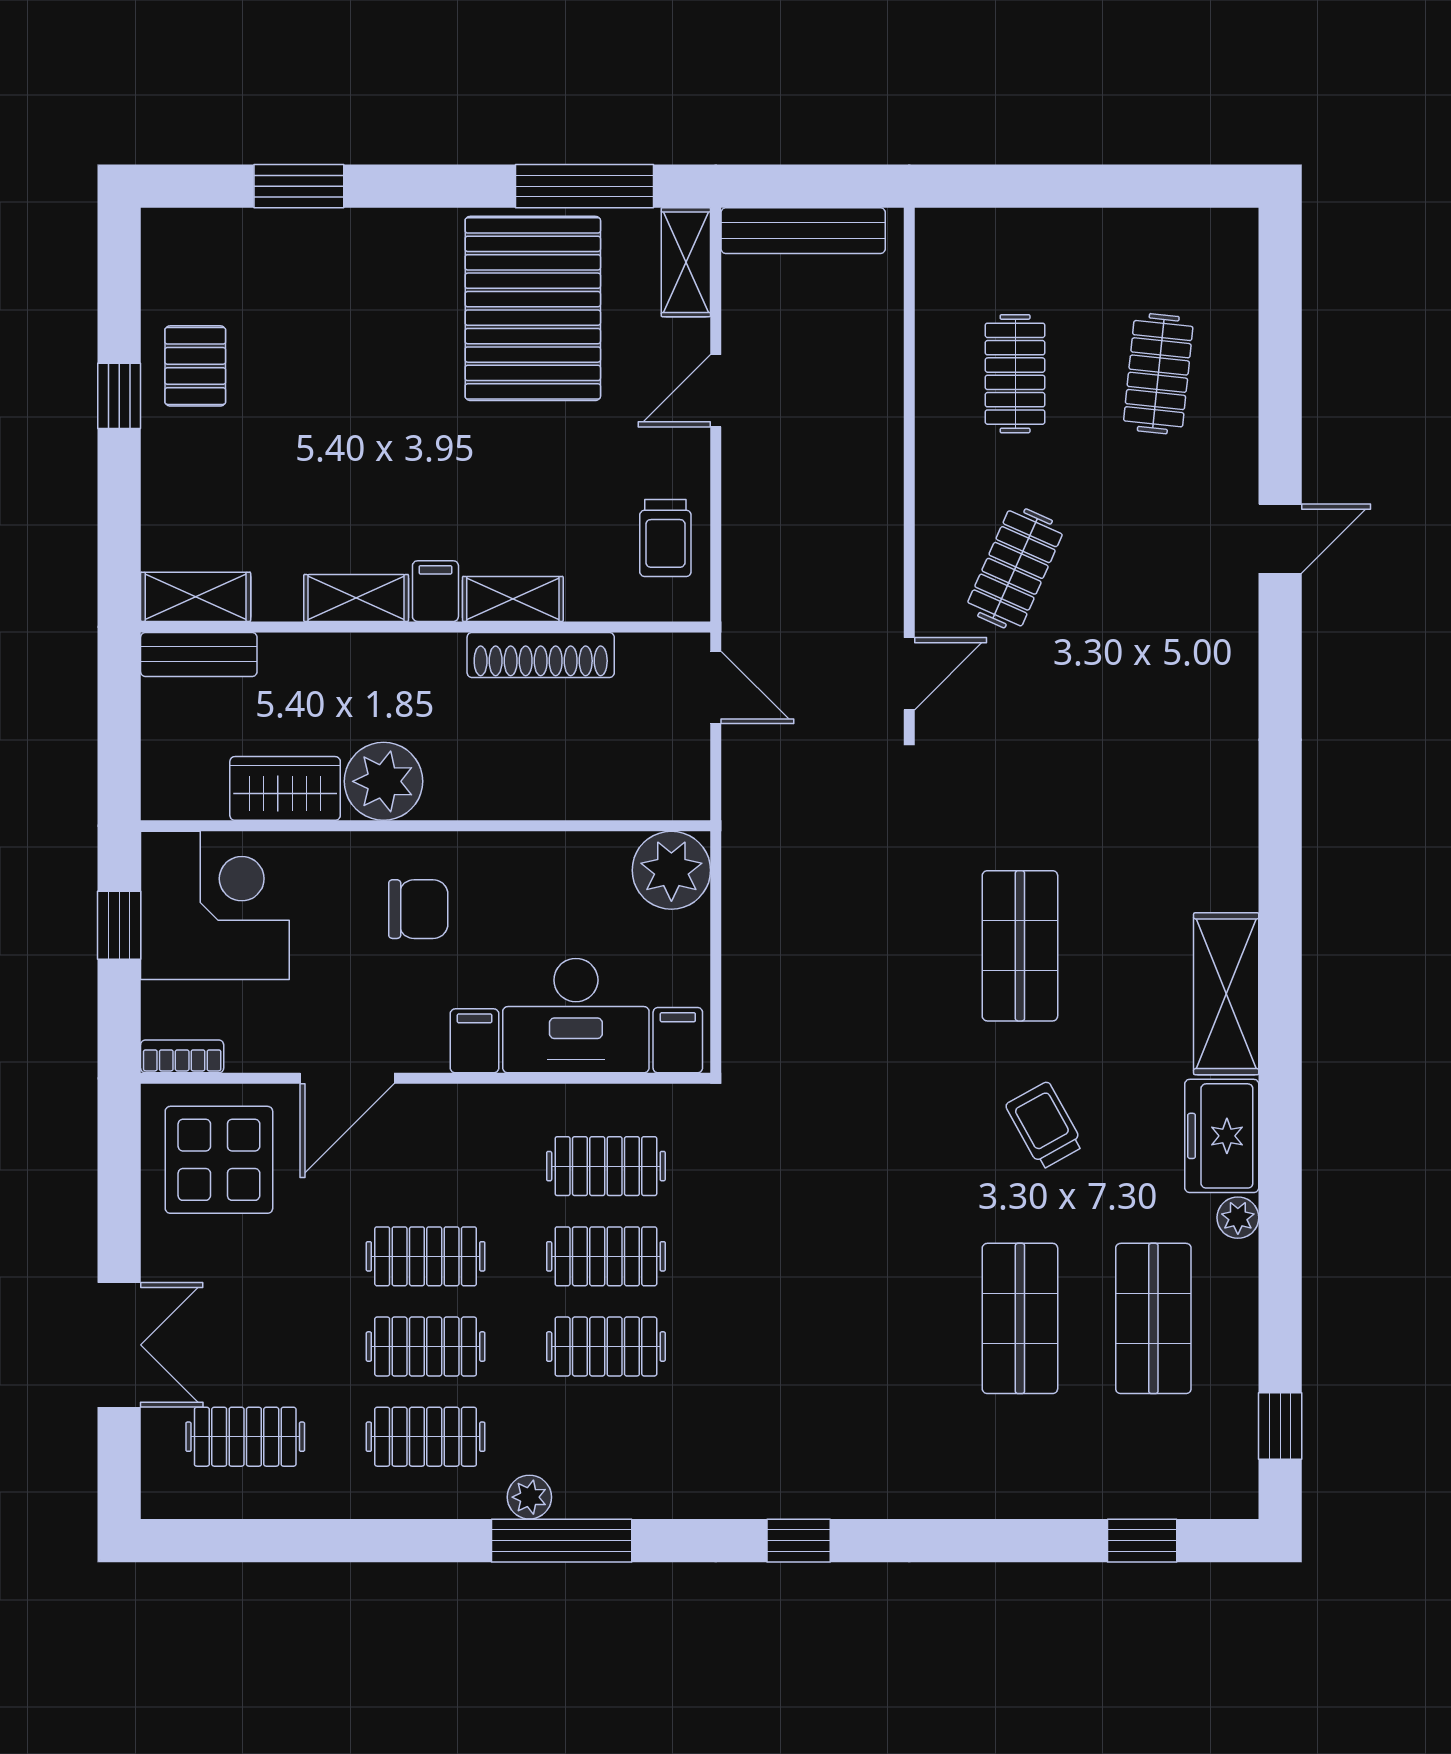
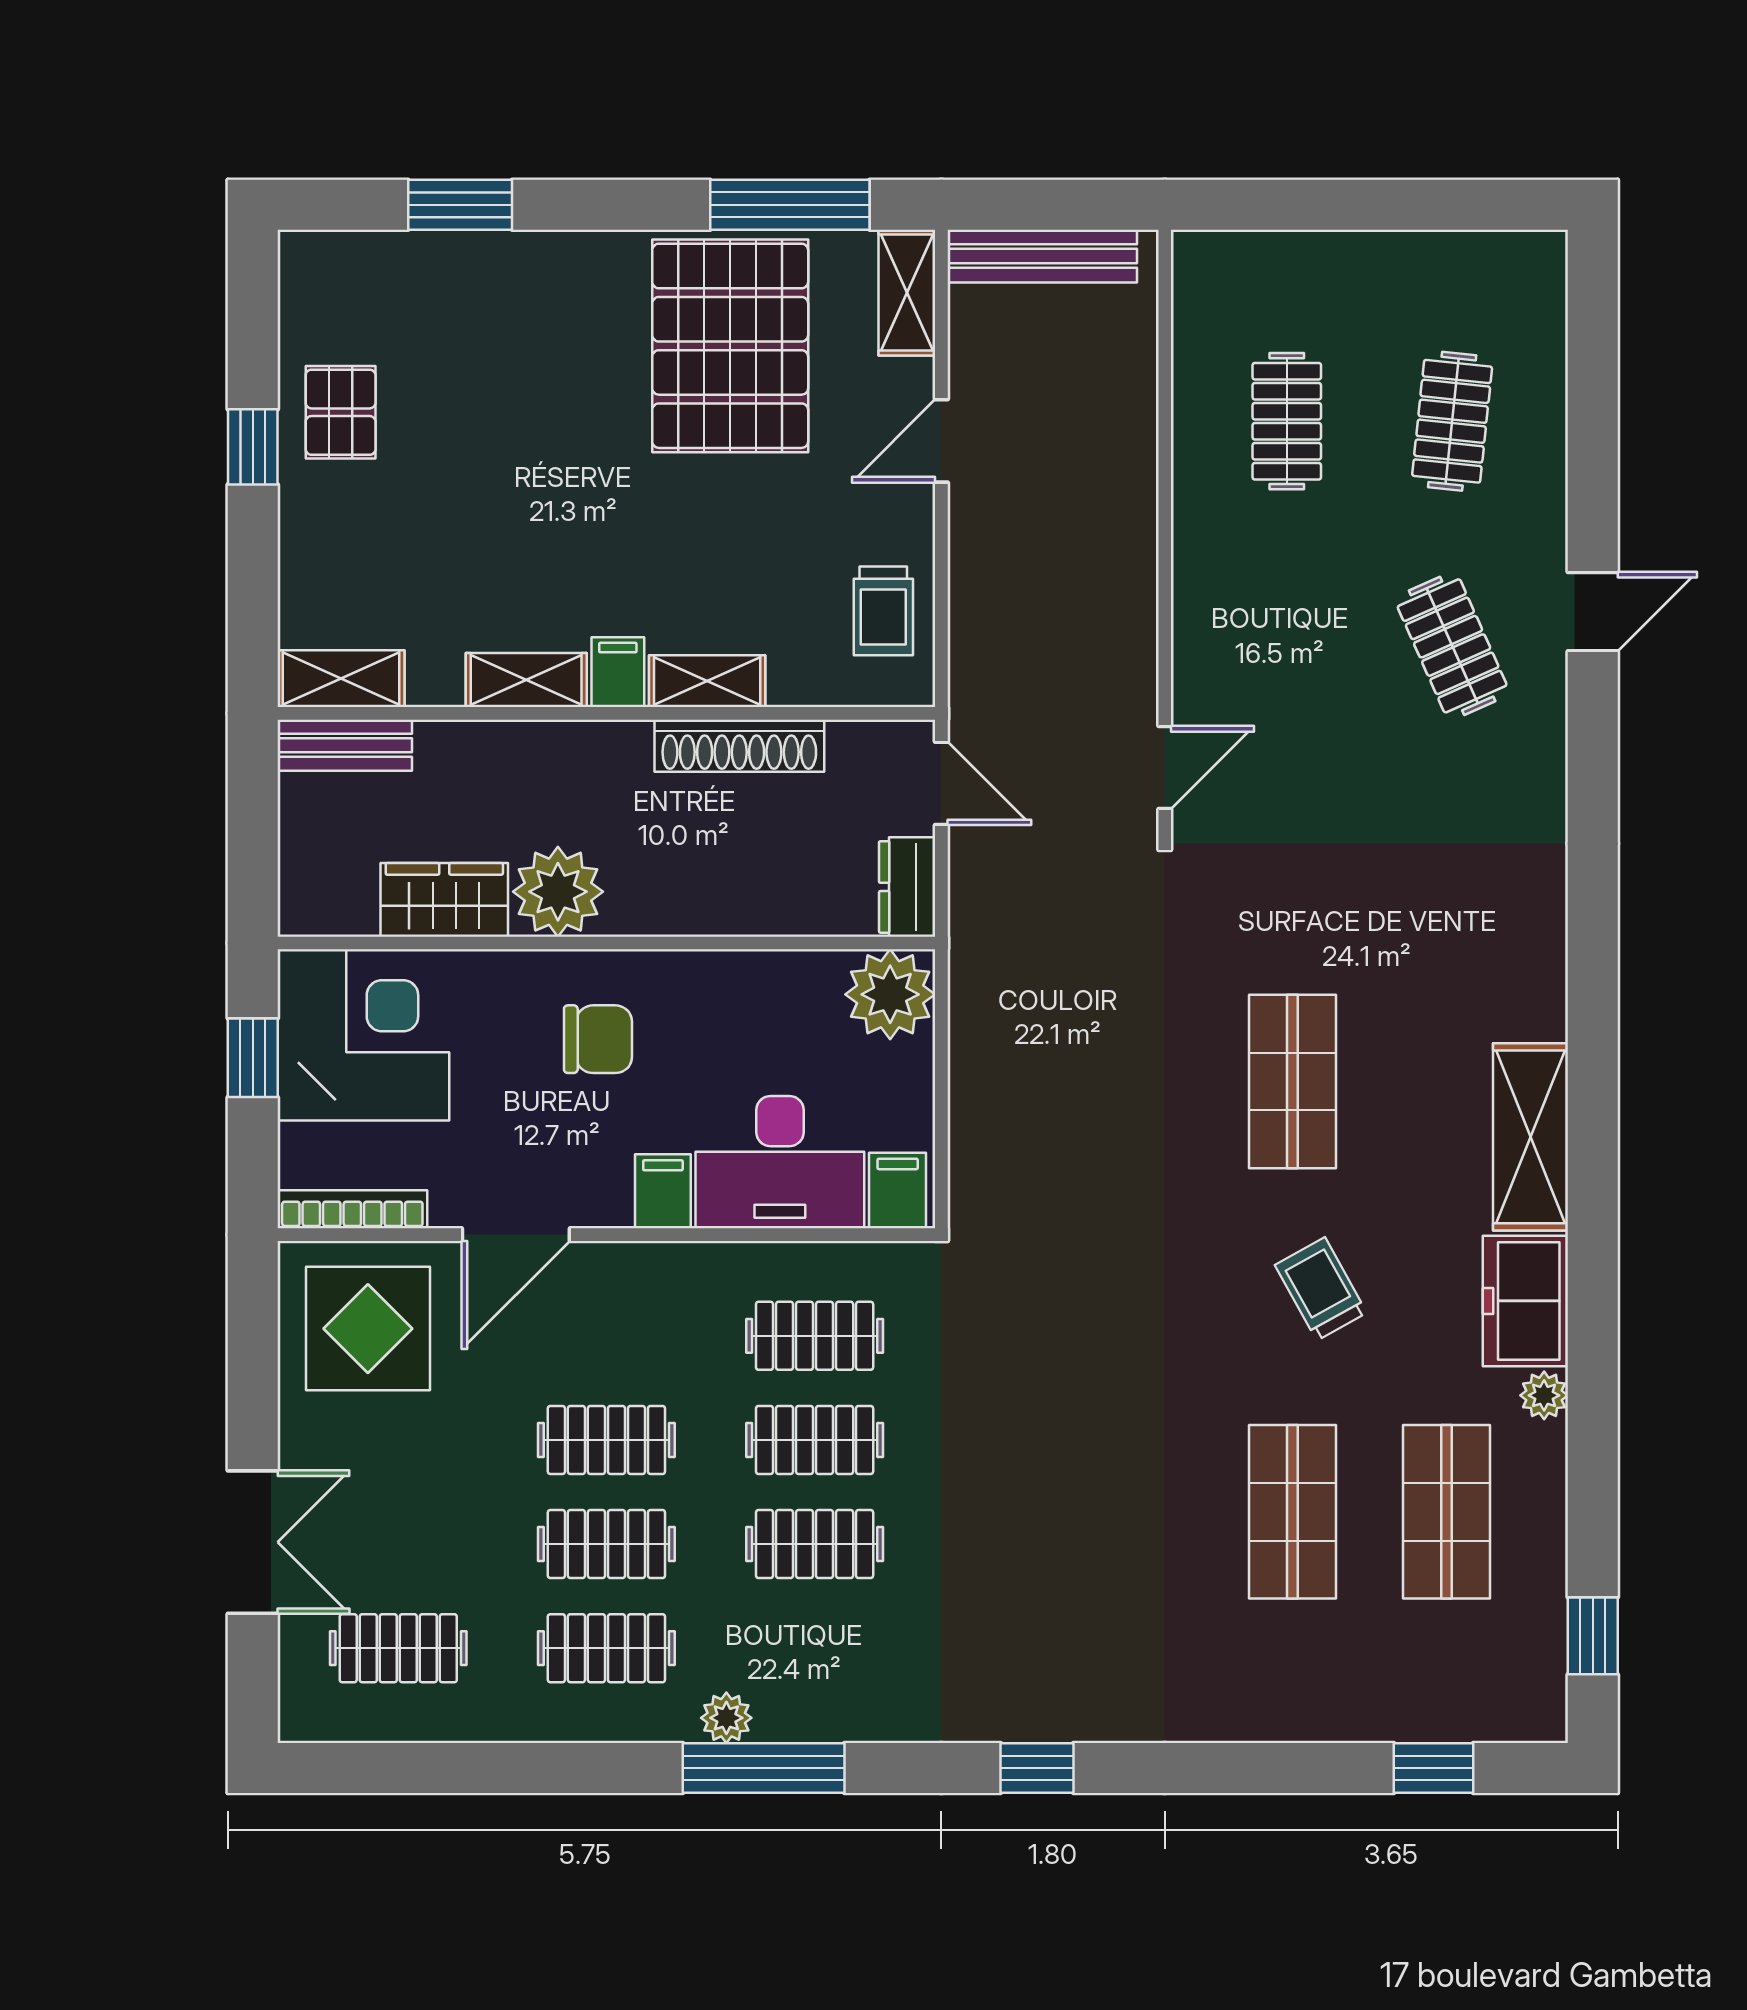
clothes rail: (1015, 568) -> (1452, 646), moved, turned -48
dresser: (686, 777) -> (907, 887), added
bookcase: (182, 1056) -> (352, 1209), width x1.56

